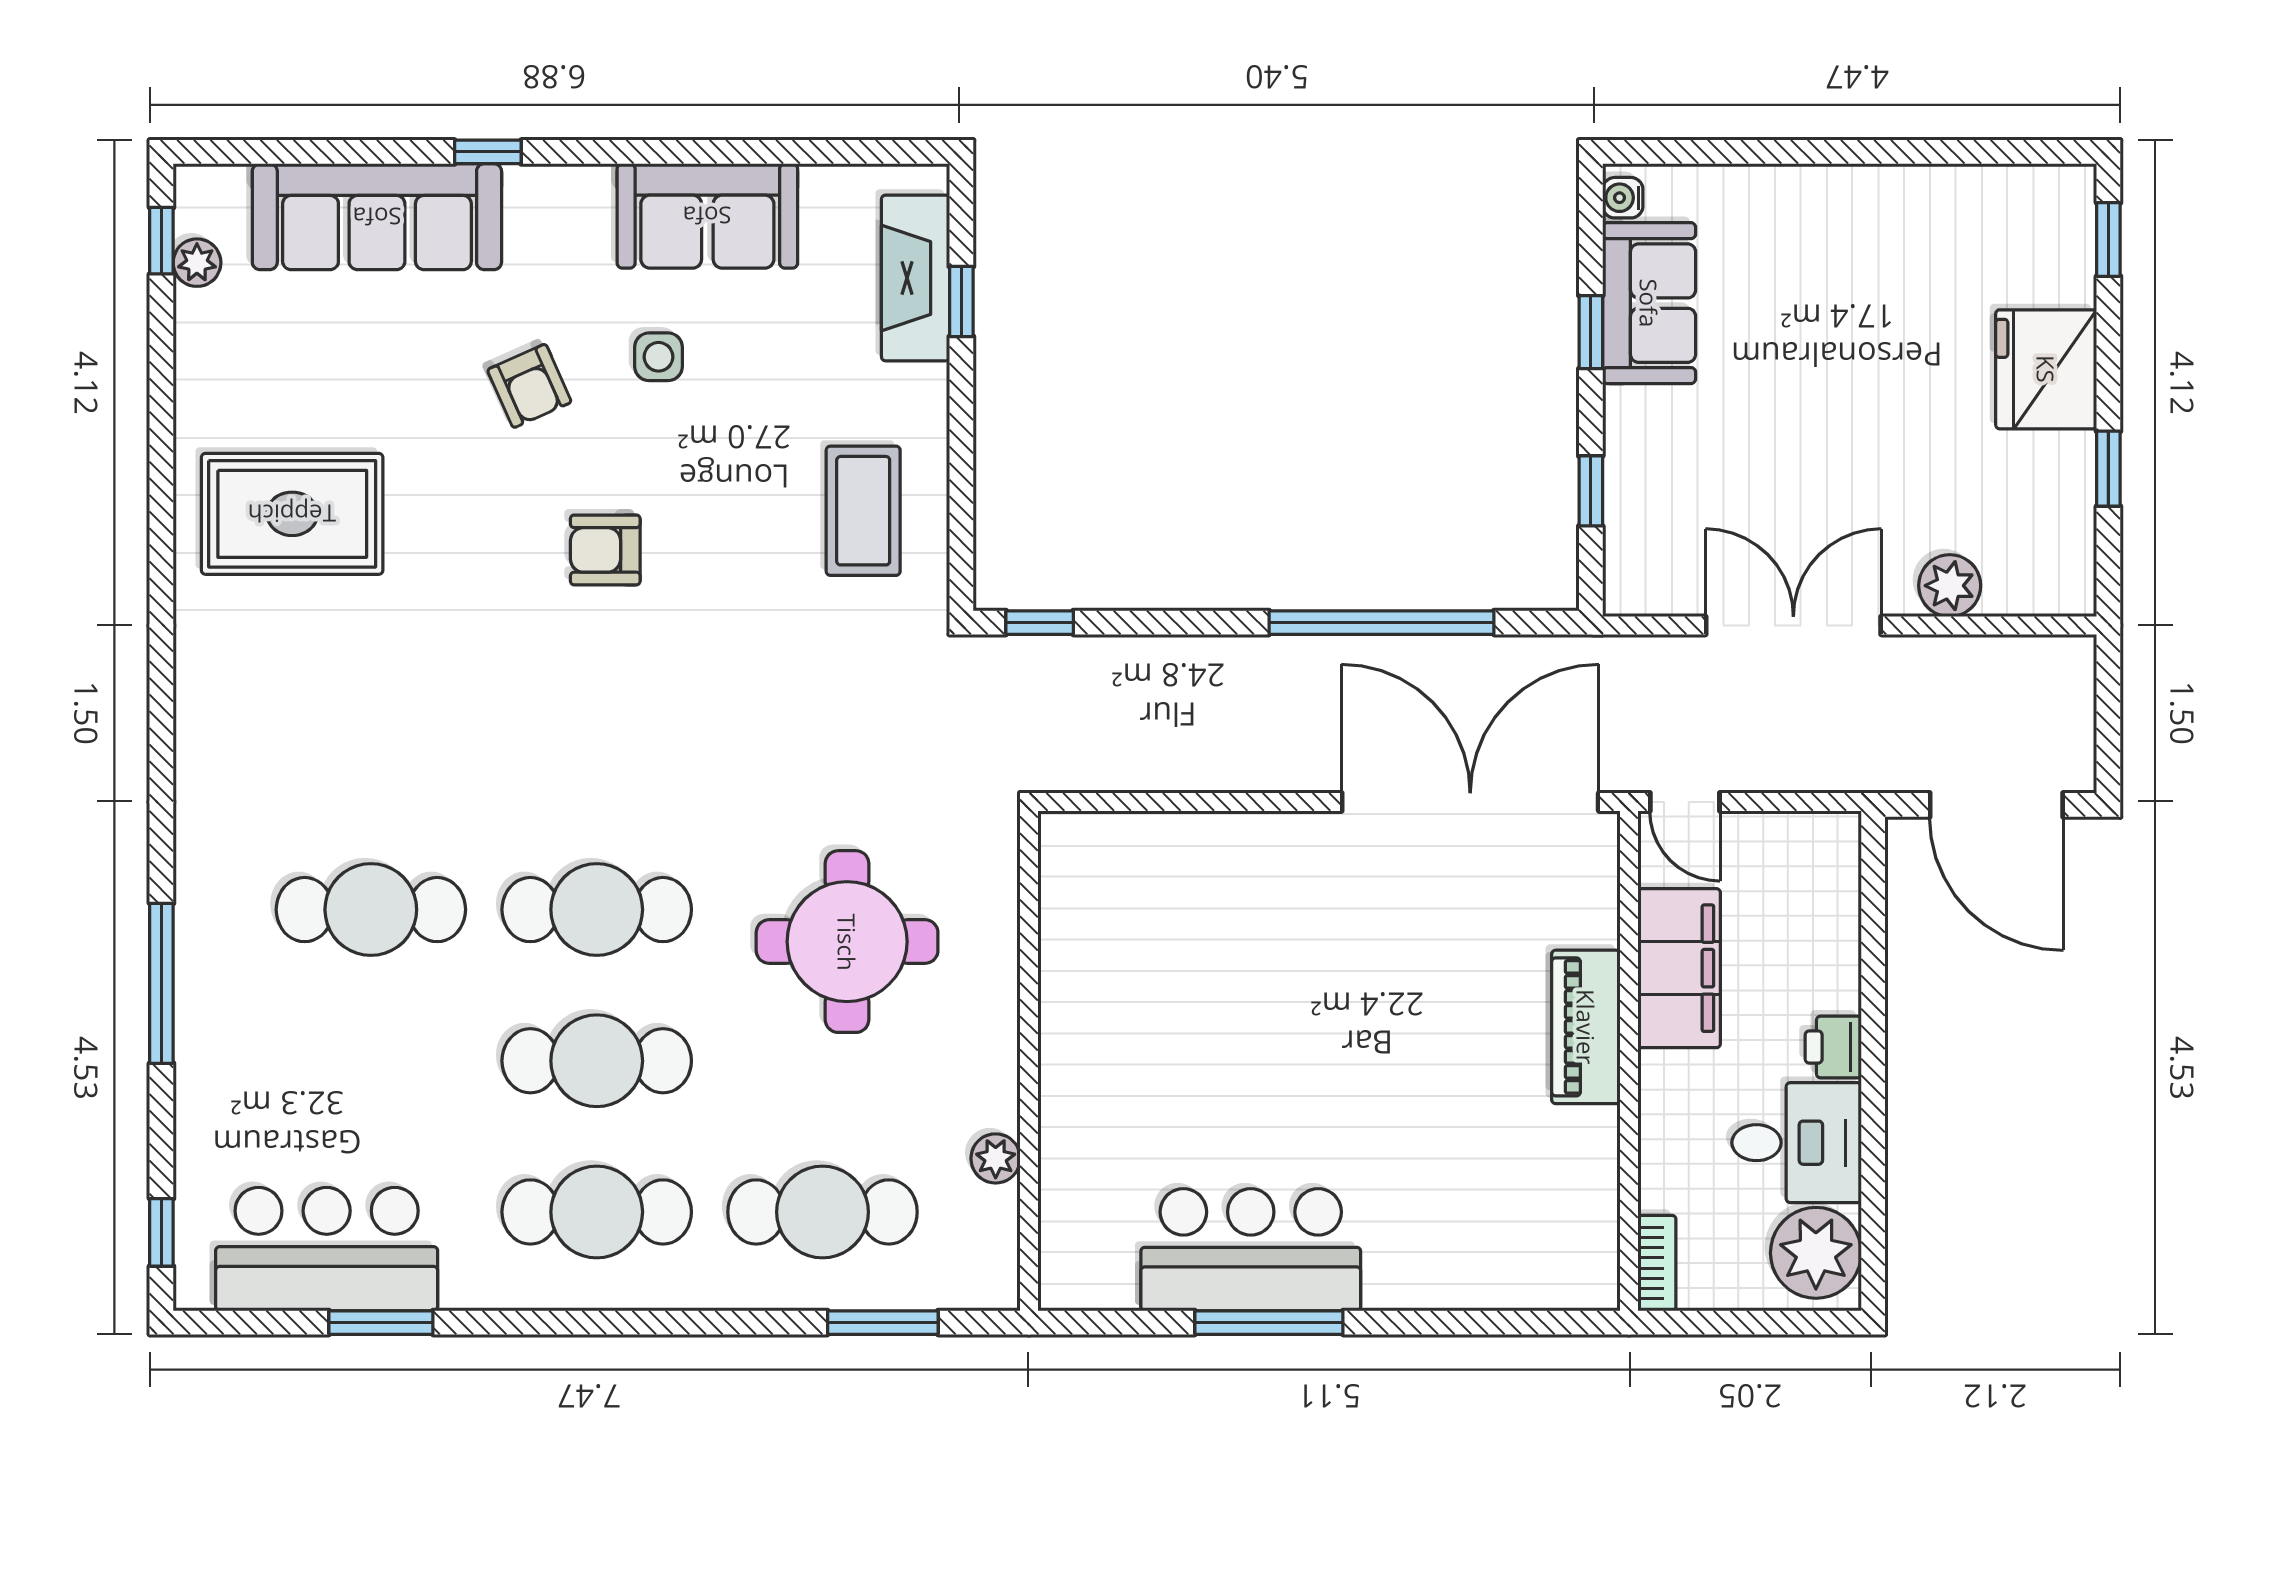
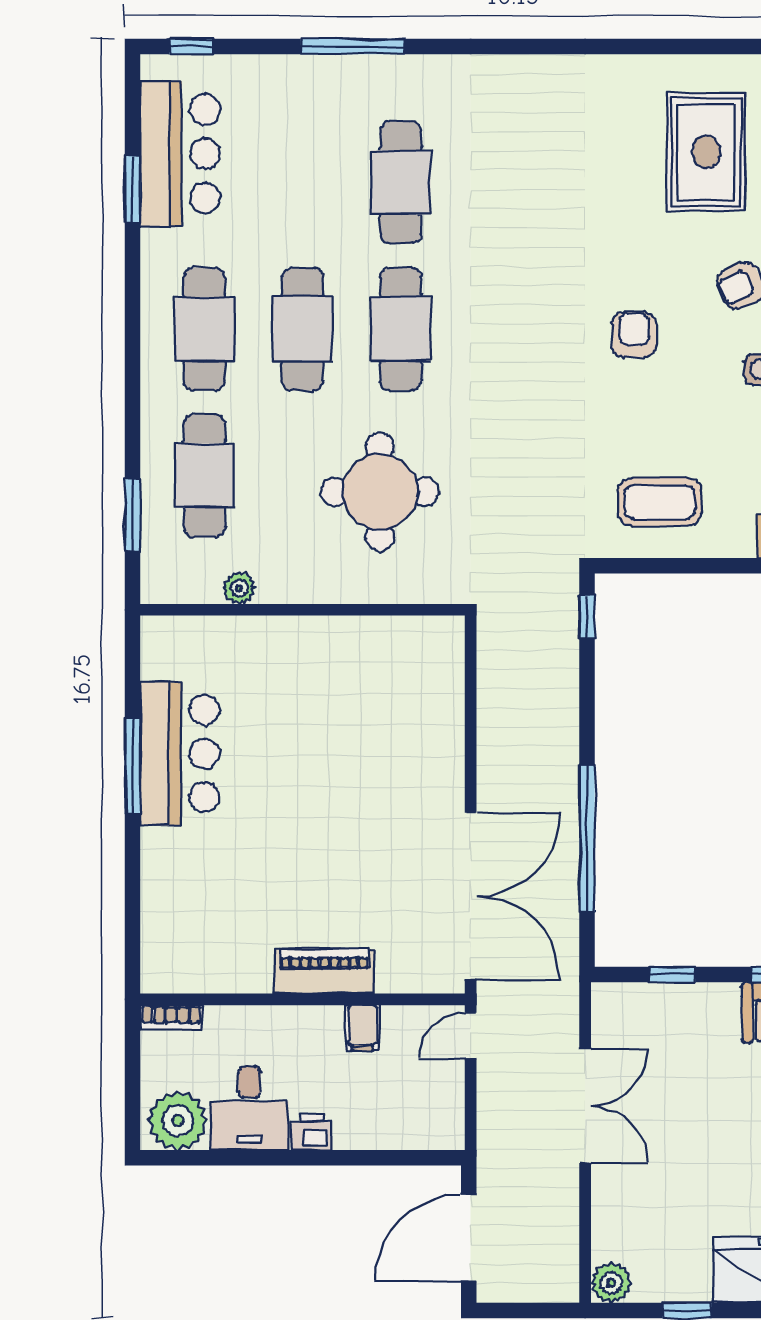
rug: (292, 514) -> (706, 152), moved
plant: (1950, 586) -> (611, 1283), moved
filing cabinet: (1679, 968) -> (363, 1028), width x0.33, depth x0.86

